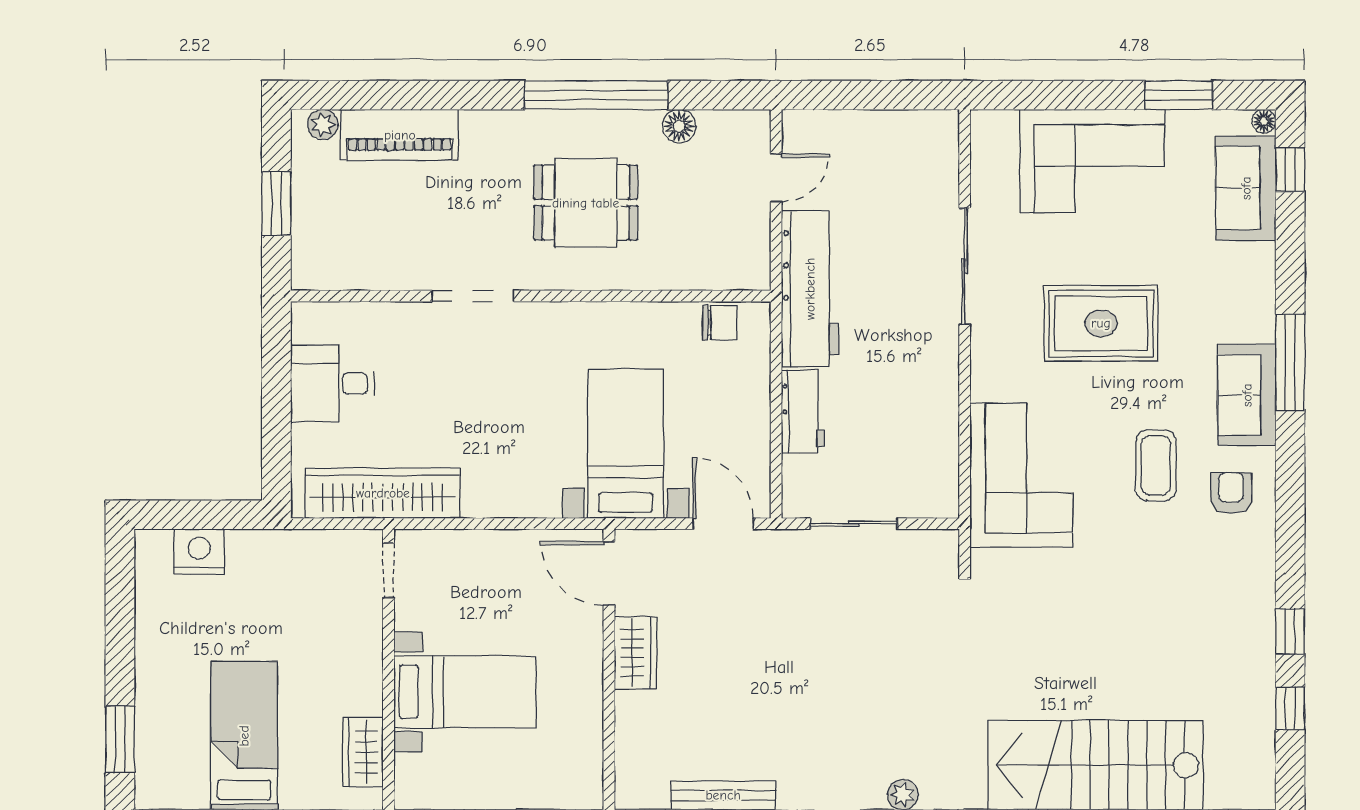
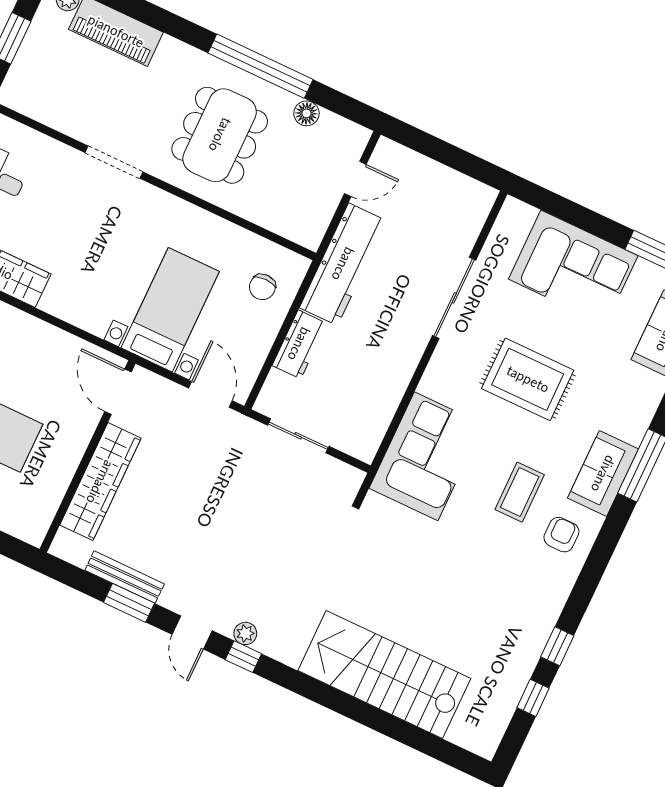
dining table: (586, 203) -> (220, 135), width x1.38
chair: (720, 323) -> (262, 287), moved, turned 90
wardrobe: (635, 653) -> (100, 482), width x2.10, depth x1.17

